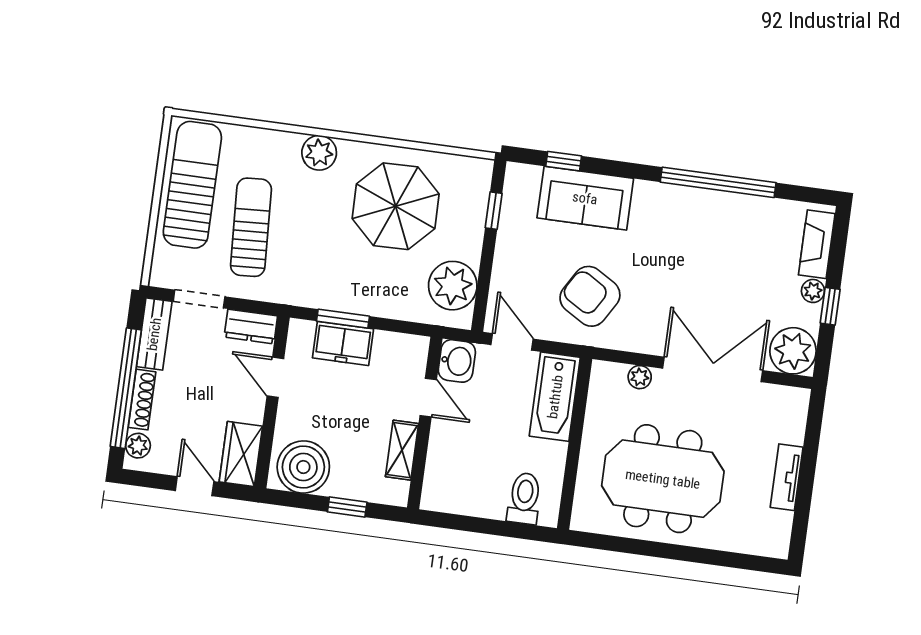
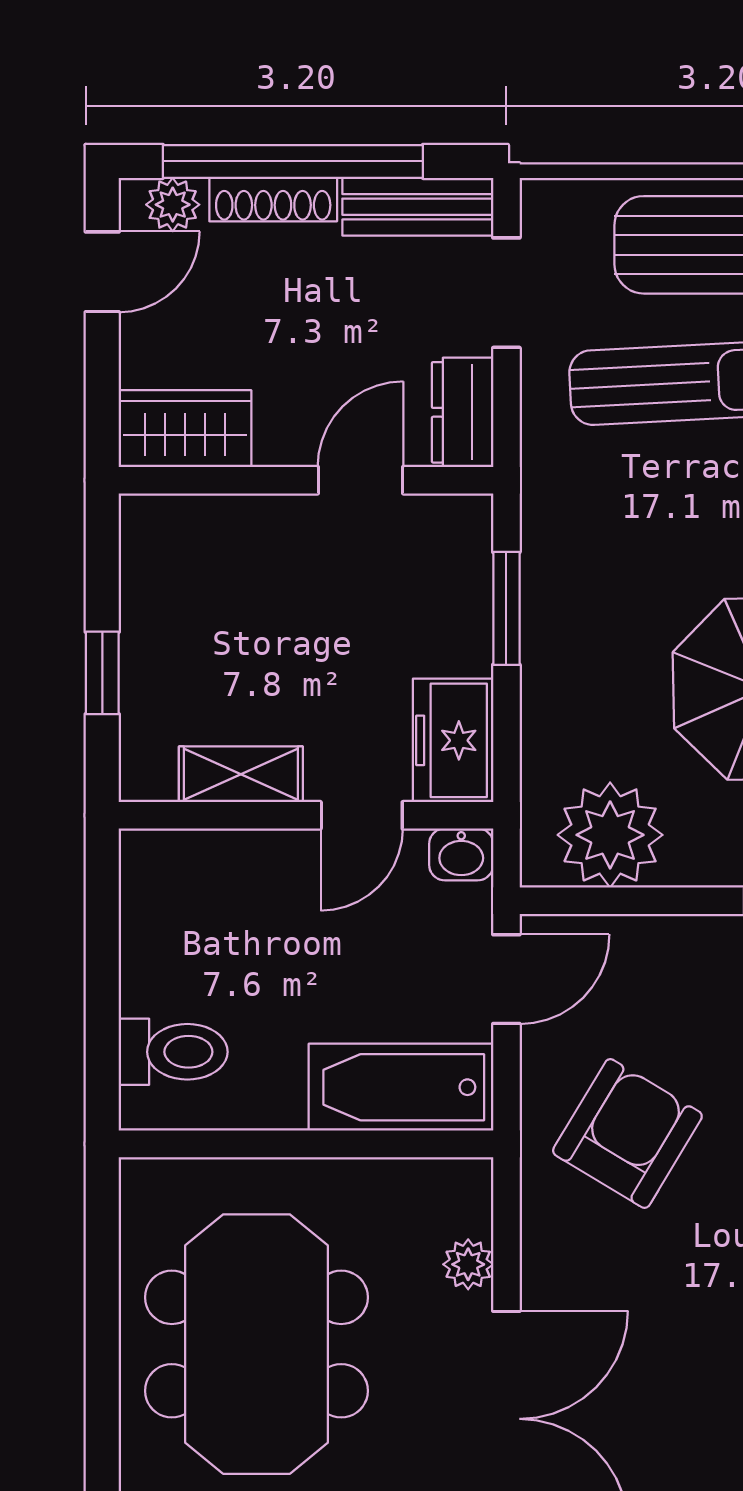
freezer: (343, 343) -> (453, 740), moved
washbasin: (457, 361) -> (461, 854), width x0.72, depth x0.69
boiler: (303, 467) -> (175, 567), removed
door: (195, 486) -> (102, 272), moved

